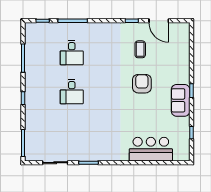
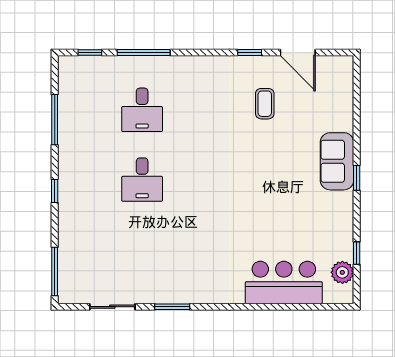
armchair: (142, 84) -> (268, 165), removed
sofa: (181, 100) -> (337, 161), moved
plant: (183, 144) -> (342, 272), added

